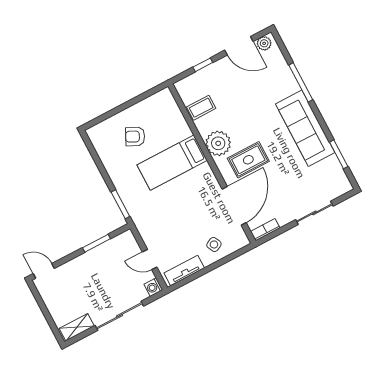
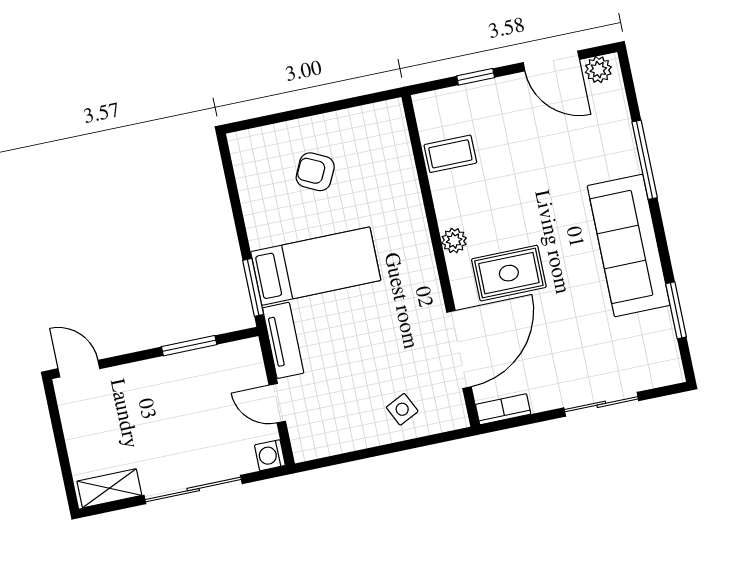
plant: (218, 143) -> (454, 241), width x0.53, depth x0.53
bed: (172, 163) -> (316, 266), moved, turned 180
tv unit: (184, 270) -> (283, 340), moved, turned 90

